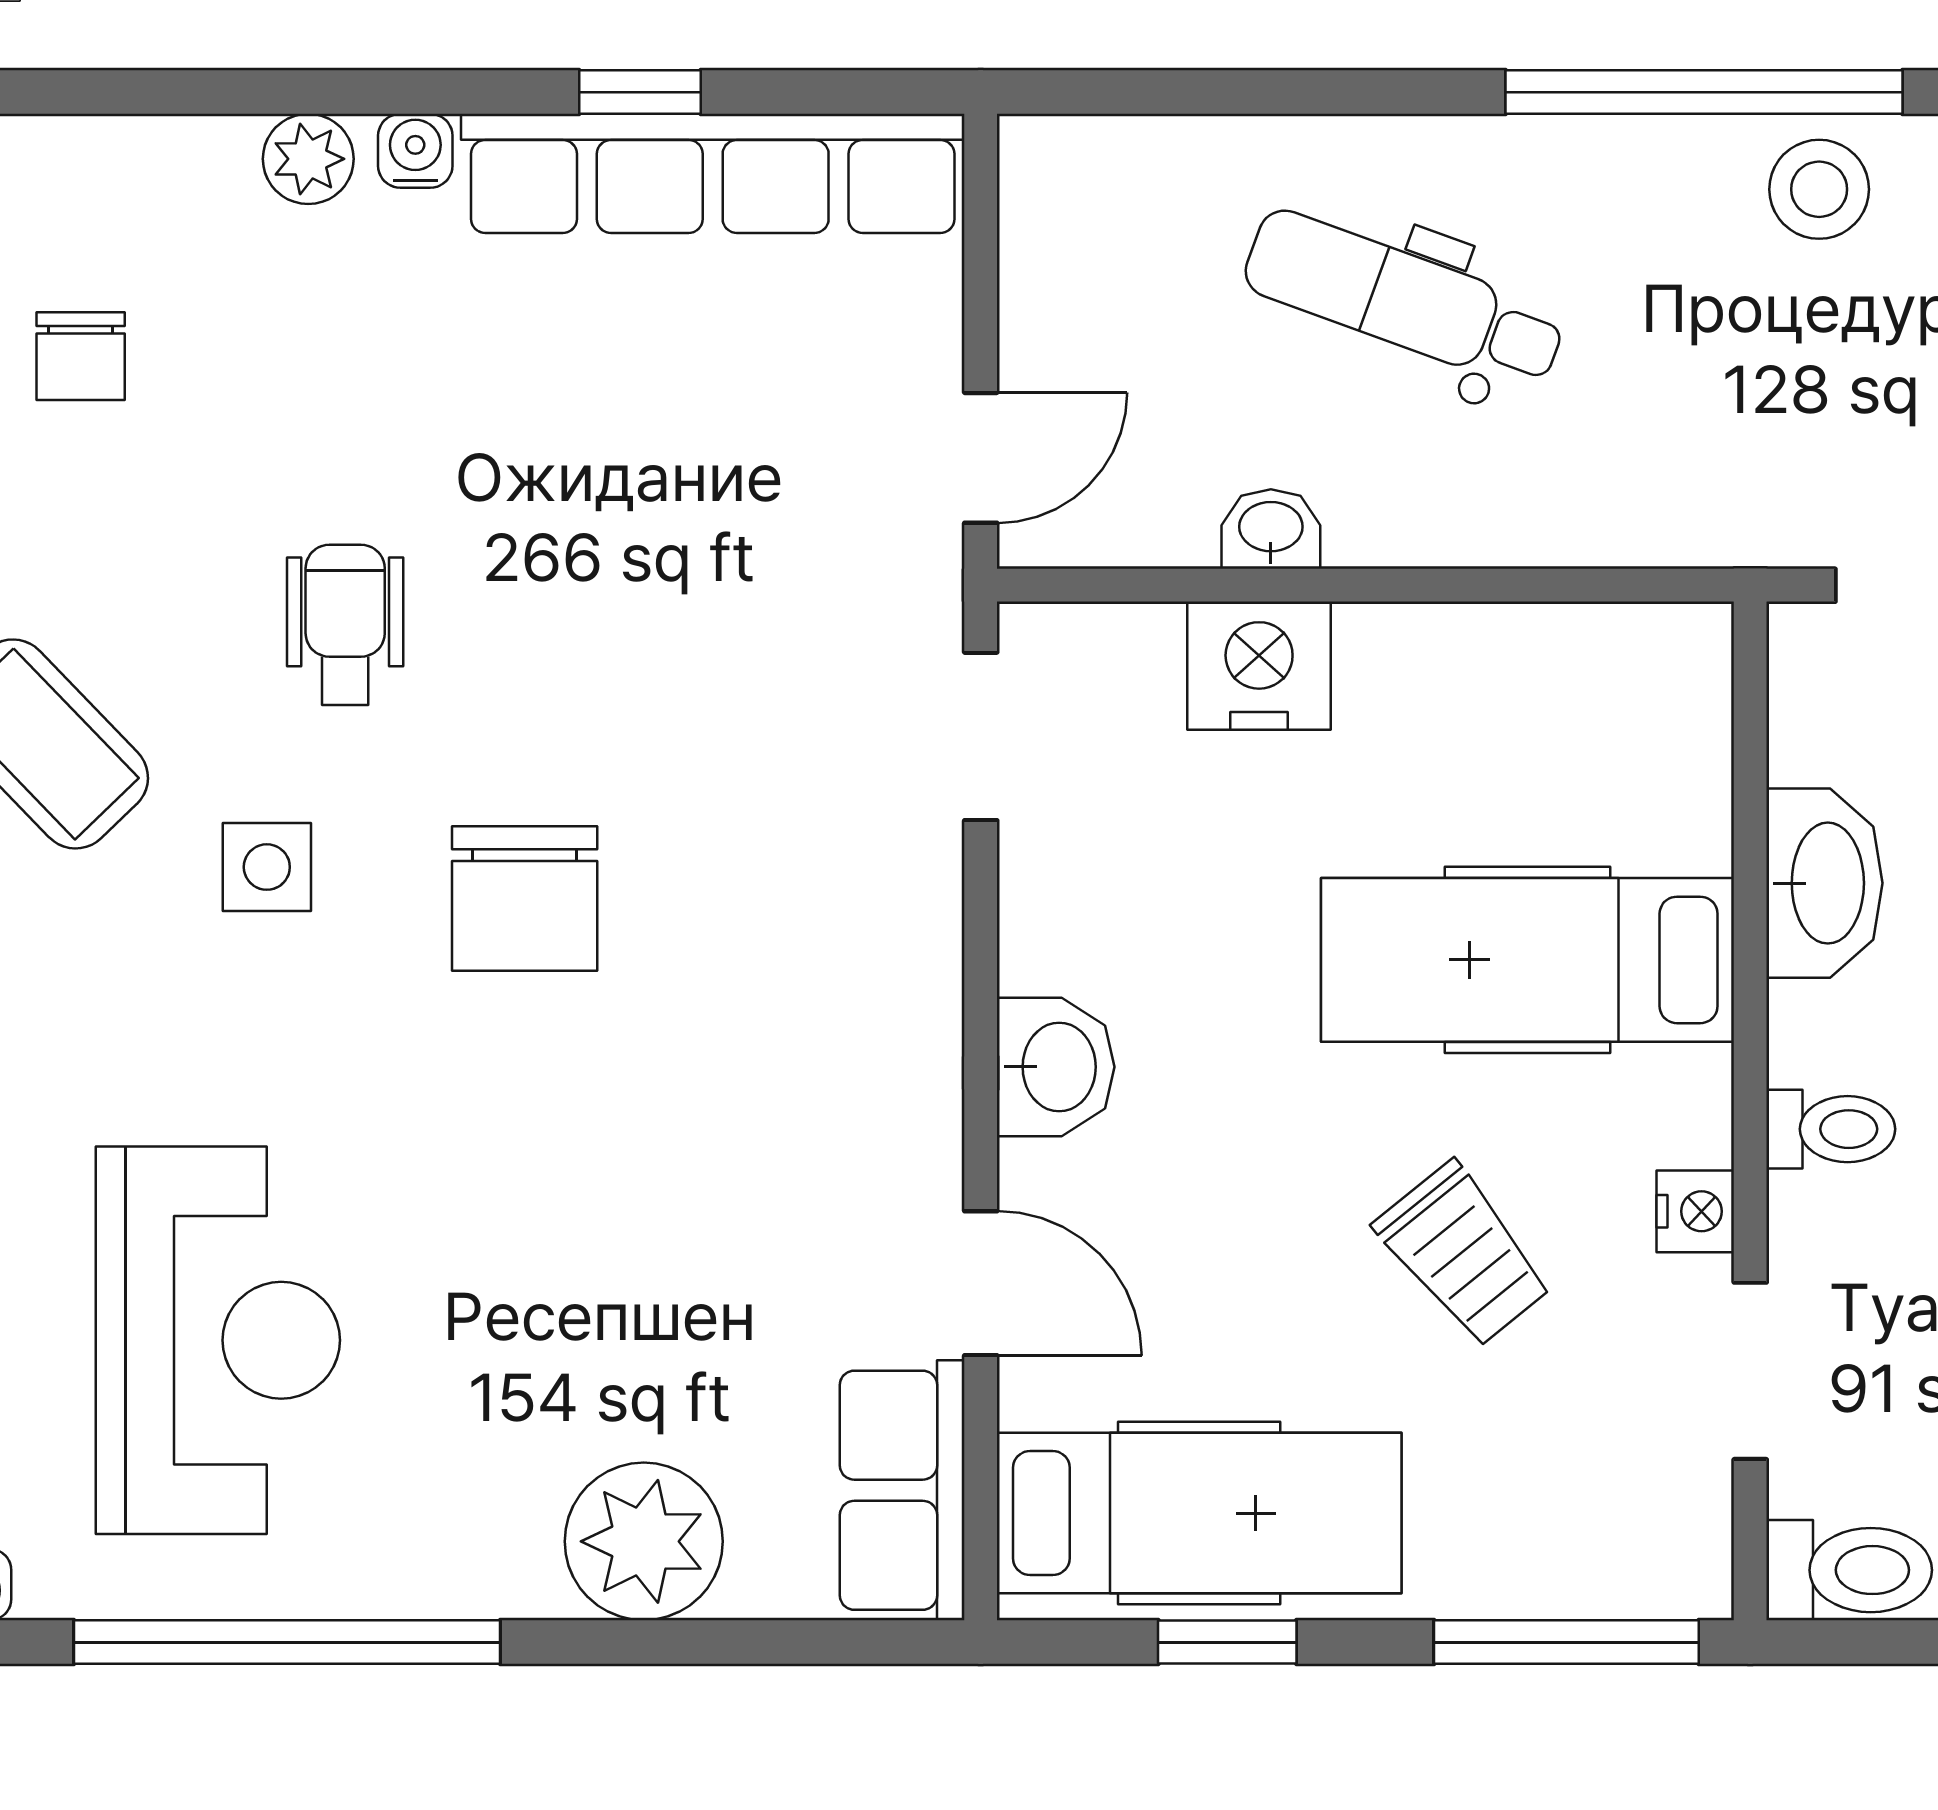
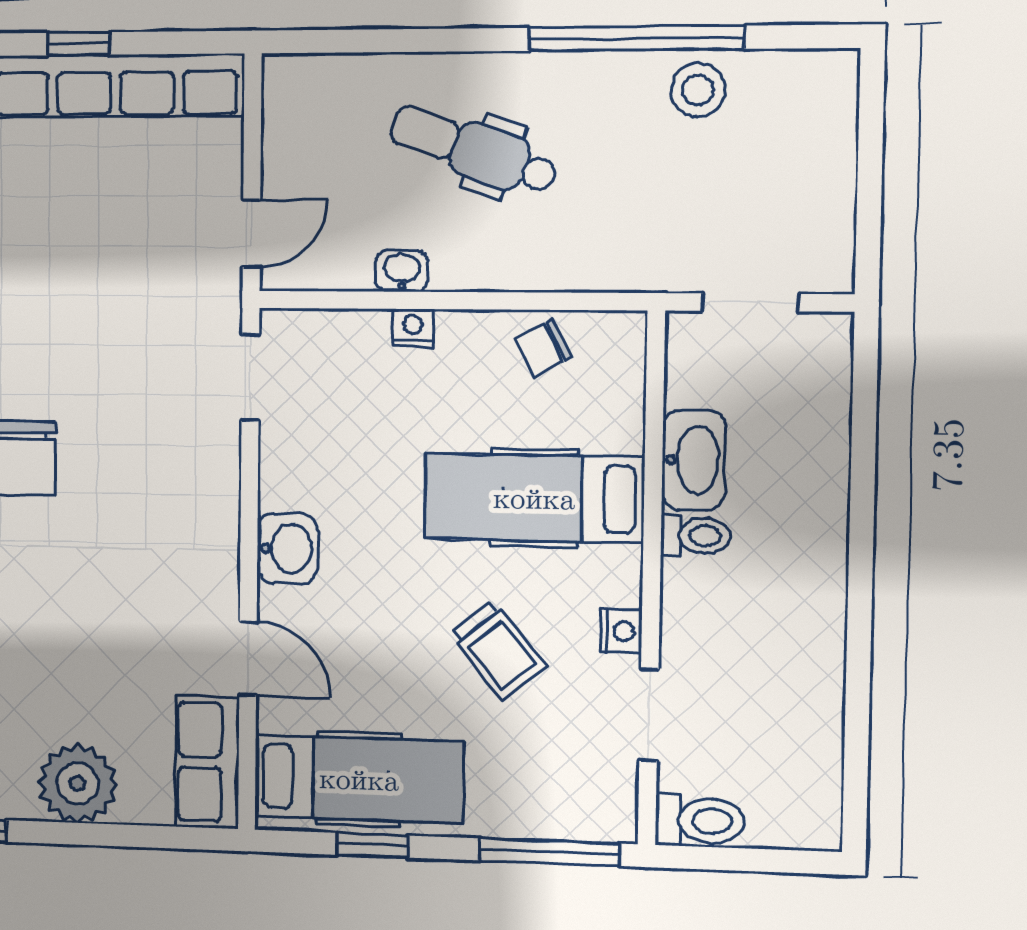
nightstand: (1259, 666) -> (413, 328), width x0.53, depth x0.56
chair: (1541, 674) -> (543, 348), added
toilet: (1831, 1129) -> (696, 536), moved

